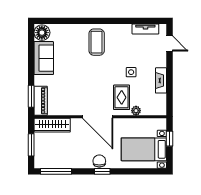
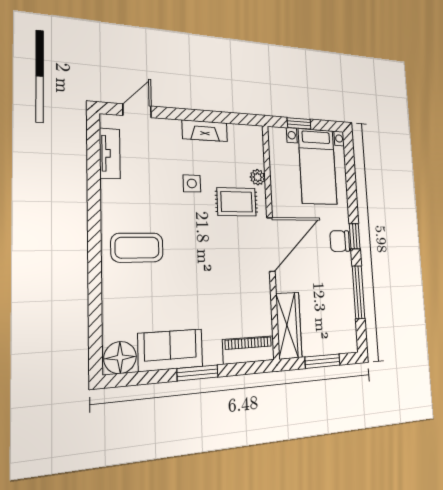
window: (31, 96) -> (198, 373), moved
window: (56, 171) -> (358, 292), moved

